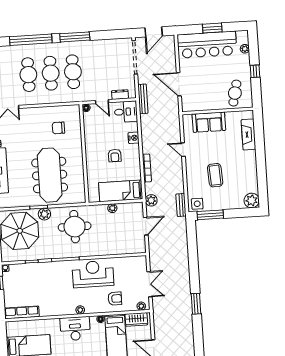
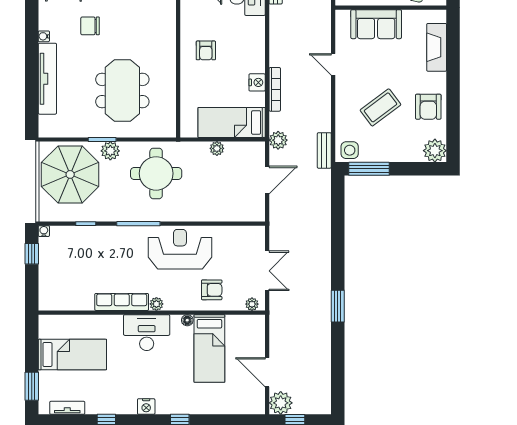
chair: (58, 128) -> (90, 26), moved
nightstand: (134, 138) -> (257, 82), moved
armchair: (115, 156) -> (206, 50), moved
armchair: (246, 173) -> (428, 107), added
meeting table: (50, 175) -> (122, 91), width x0.73
coffee table: (215, 175) -> (380, 107), turned 56
row of seats: (22, 312) -> (122, 302), moved
wardrobe: (136, 319) -> (243, 324), removed

